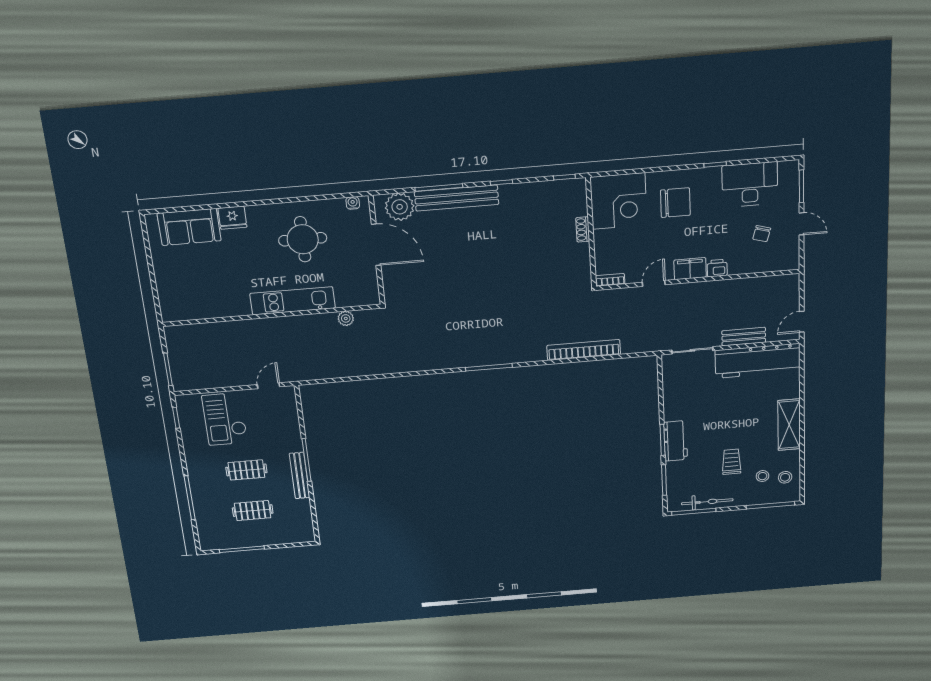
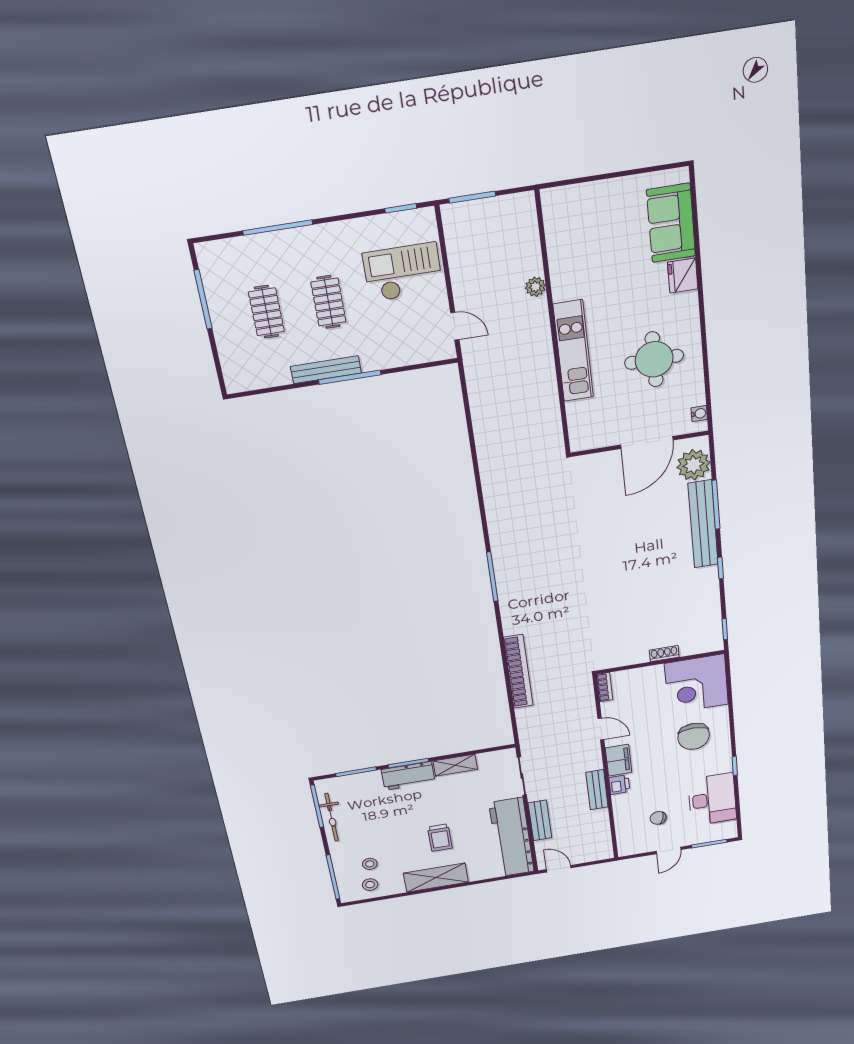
bench: (719, 287) -> (597, 790), added
plant: (346, 318) -> (535, 287), moved
shelving: (671, 404) -> (455, 765), added
trolley: (731, 462) -> (440, 838), moved, turned 90

